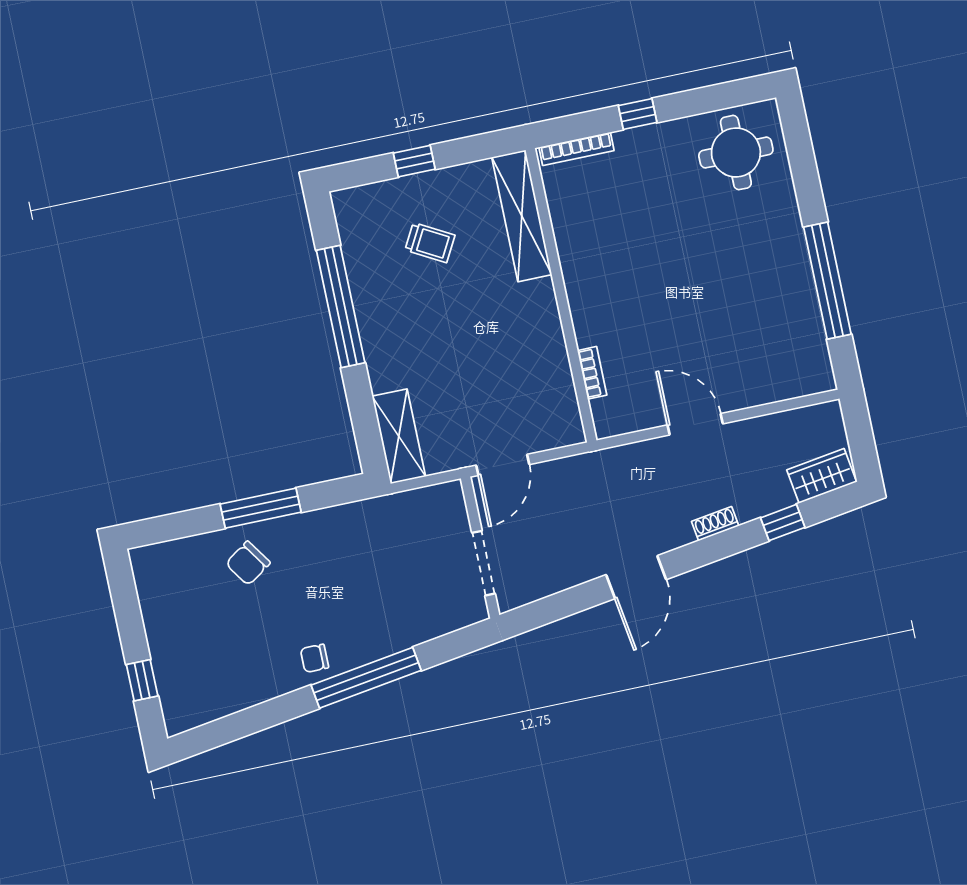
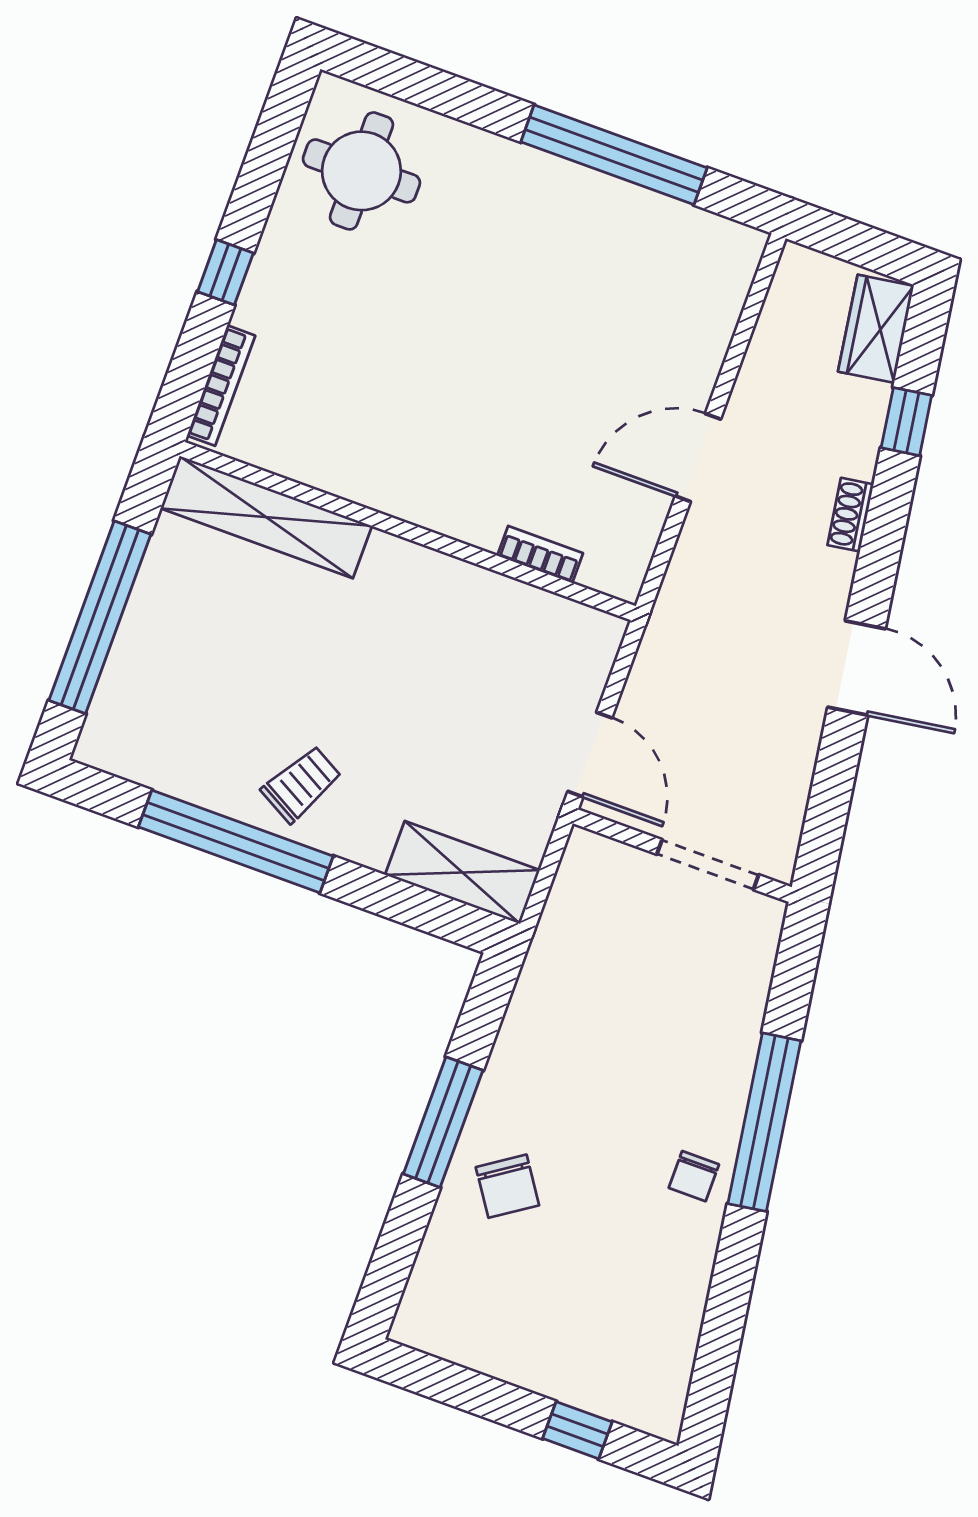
window: (414, 161) -> (100, 617), width x3.17
trolley: (430, 243) -> (302, 784), moved

